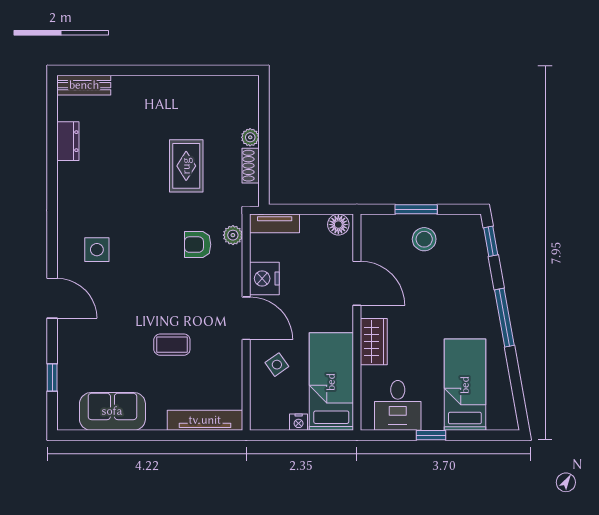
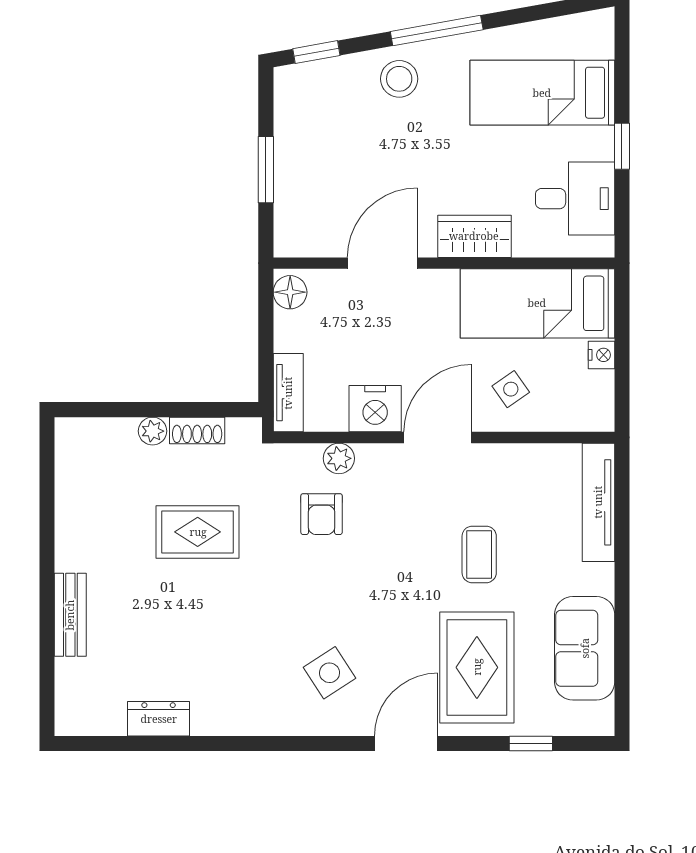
bench: (84, 85) -> (70, 615), moved
plant: (233, 235) -> (339, 458), moved
stool: (424, 239) -> (399, 79), moved
side table: (97, 250) -> (330, 673), turned -33
rug: (100, 343) -> (477, 667), added

